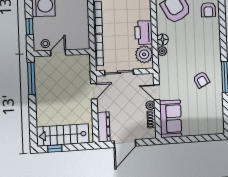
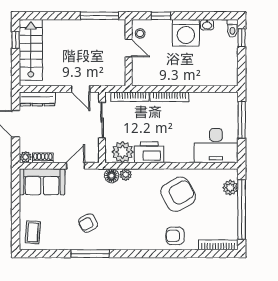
floor lamp: (163, 40) -> (112, 176), moved
plant: (150, 105) -> (26, 157), moved
coffee table: (210, 124) -> (33, 232), added

